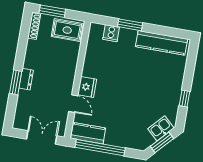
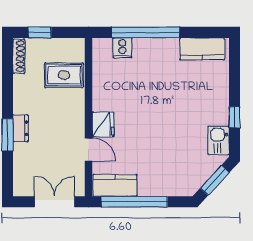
window: (52, 11) -> (40, 32), width x0.67
window: (130, 25) -> (145, 32), width x2.11
rug: (67, 30) -> (64, 75), moved
kitchen counter: (161, 43) -> (202, 49), width x0.67
kitchen sink: (161, 128) -> (219, 140), moved, turned -43

